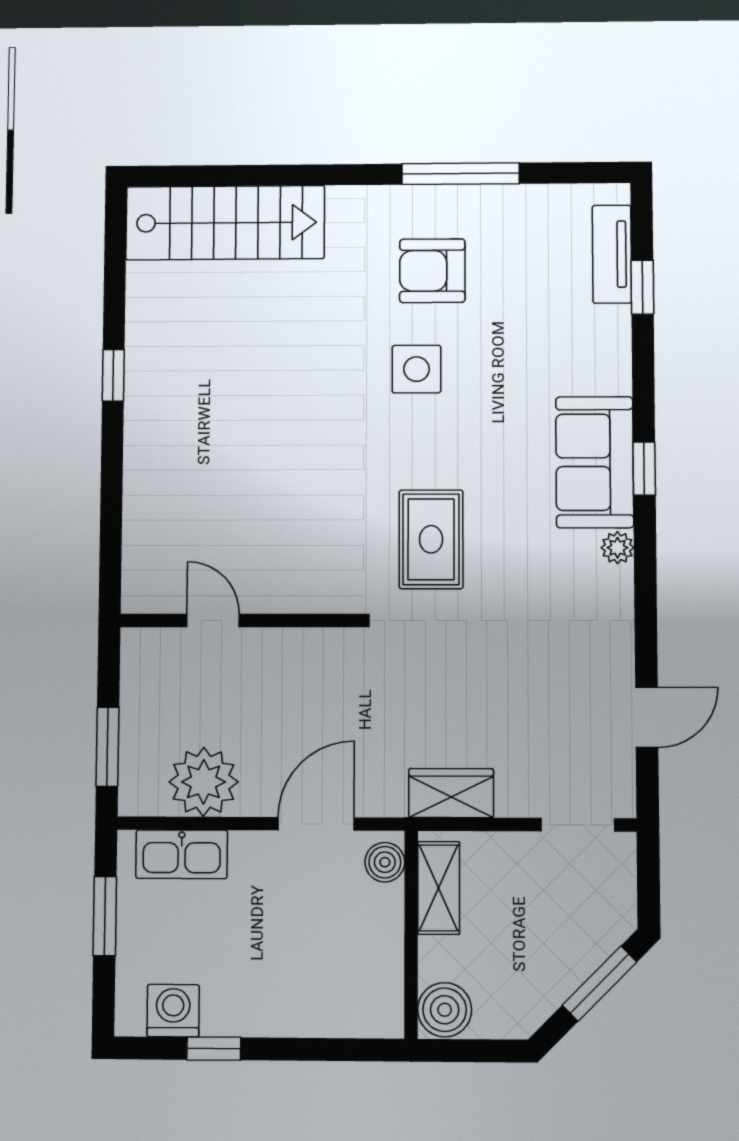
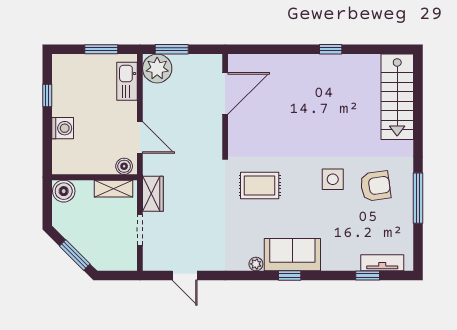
armchair: (432, 271) -> (375, 186), turned 82
door: (213, 620) -> (225, 93), width x1.88
plant: (204, 782) -> (157, 68), moved
doorway: (578, 825) -> (140, 230), moved
washing machine: (173, 1011) -> (63, 128), moved

